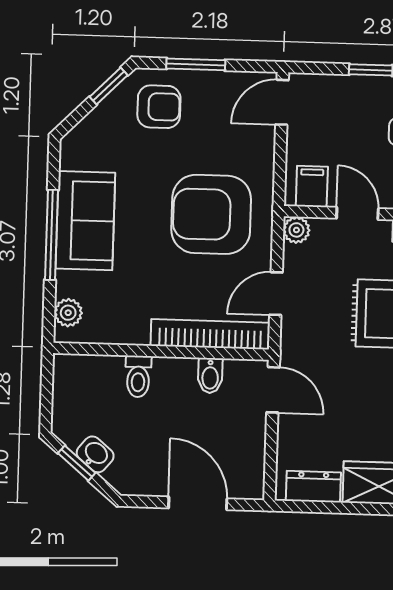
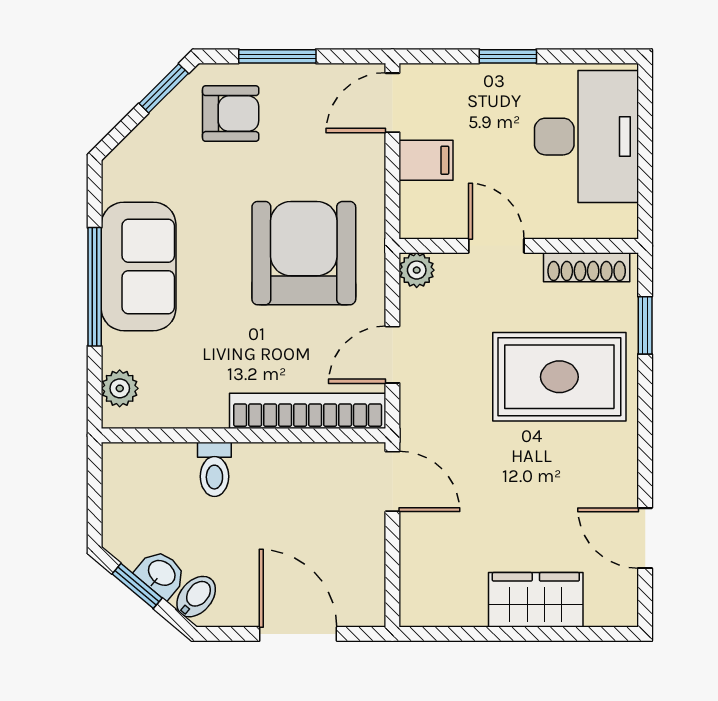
filing cabinet: (312, 186) -> (426, 160), moved, turned 90
armchair: (211, 214) -> (304, 253), turned 90
bidet: (210, 376) -> (196, 597), moved, turned -140
dresser: (313, 487) -> (450, 607), removed

